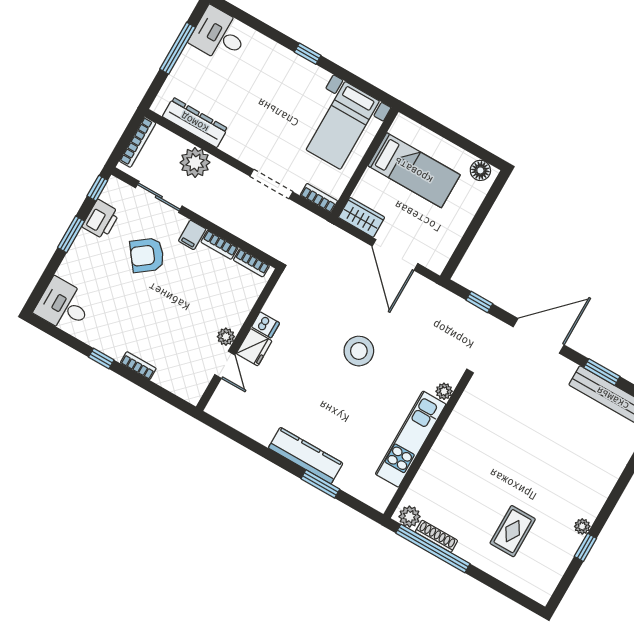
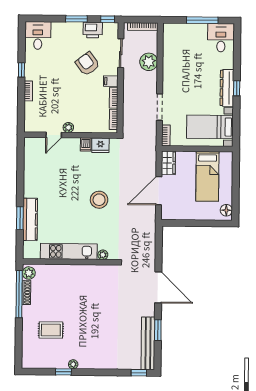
dresser: (195, 122) -> (227, 88), moved, turned 180
window: (479, 302) -> (159, 247), removed
fridge: (254, 347) -> (100, 145), moved
kitchen counter: (306, 456) -> (30, 219), moved

